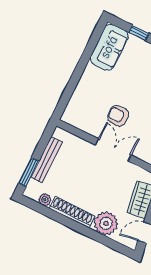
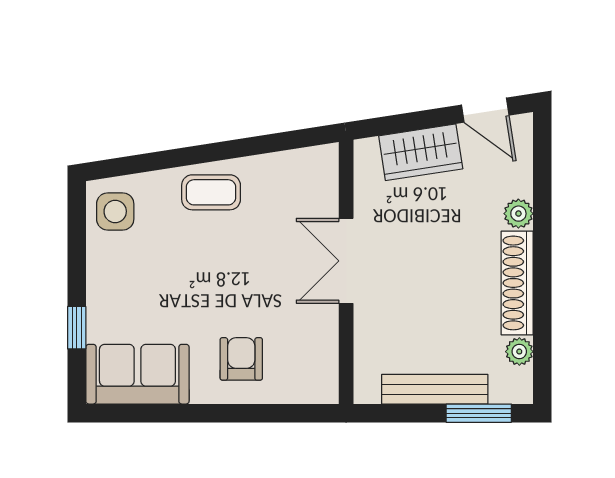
armchair: (118, 116) -> (241, 359), moved, turned 180
plant: (106, 223) -> (518, 214), width x0.53, depth x0.53

